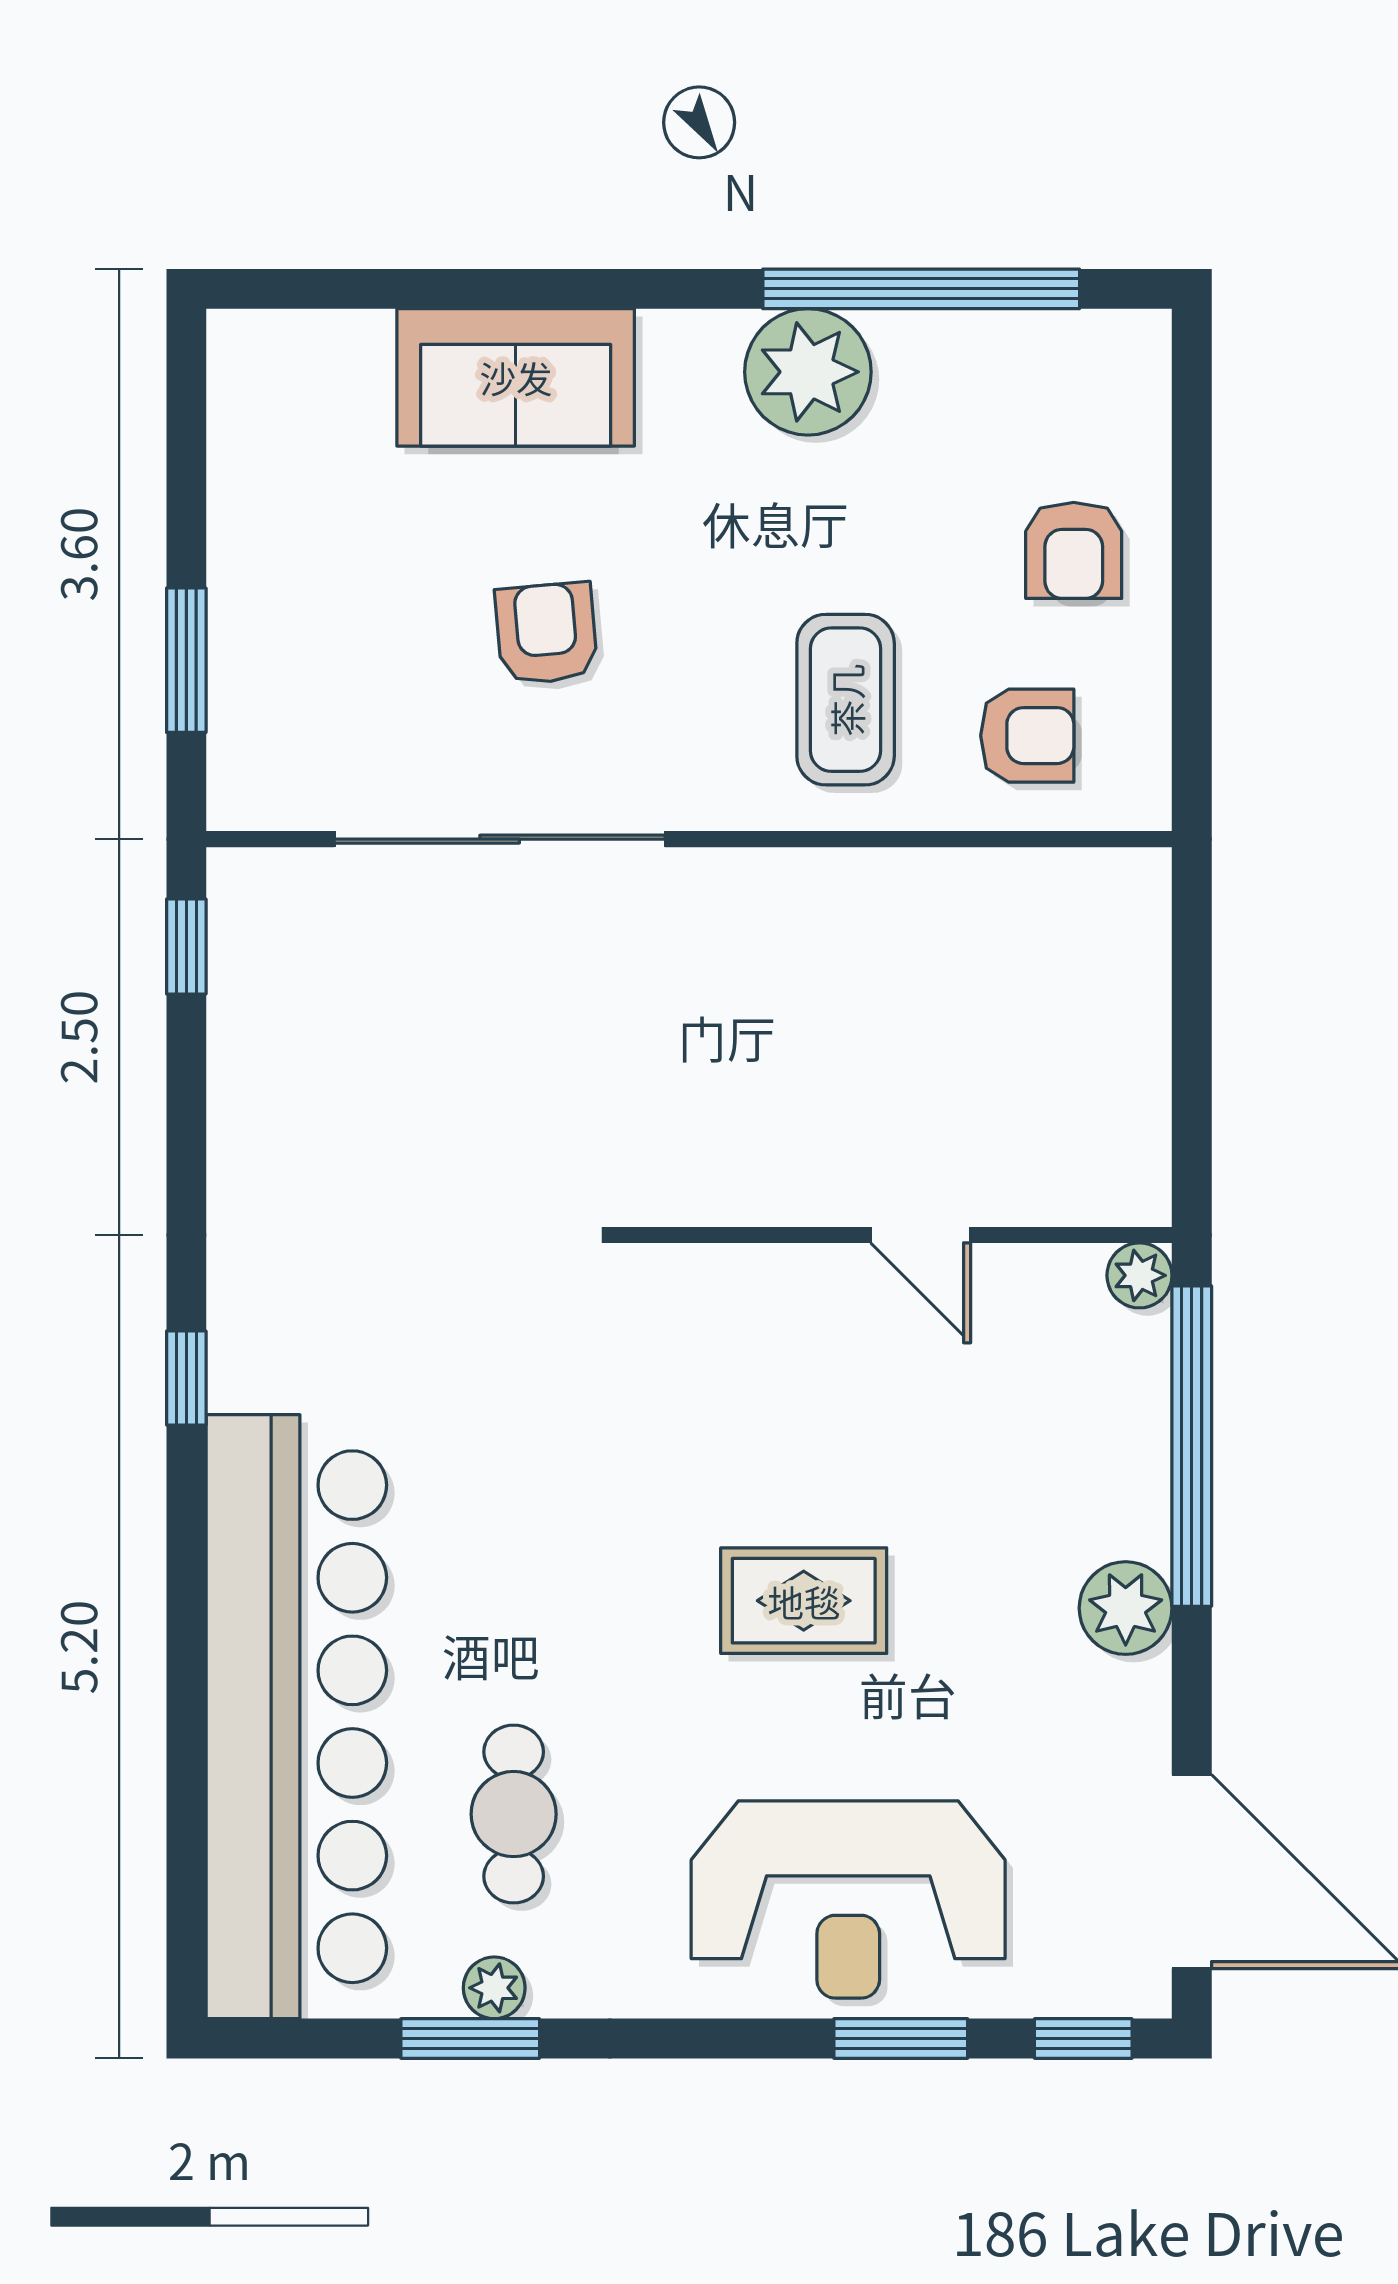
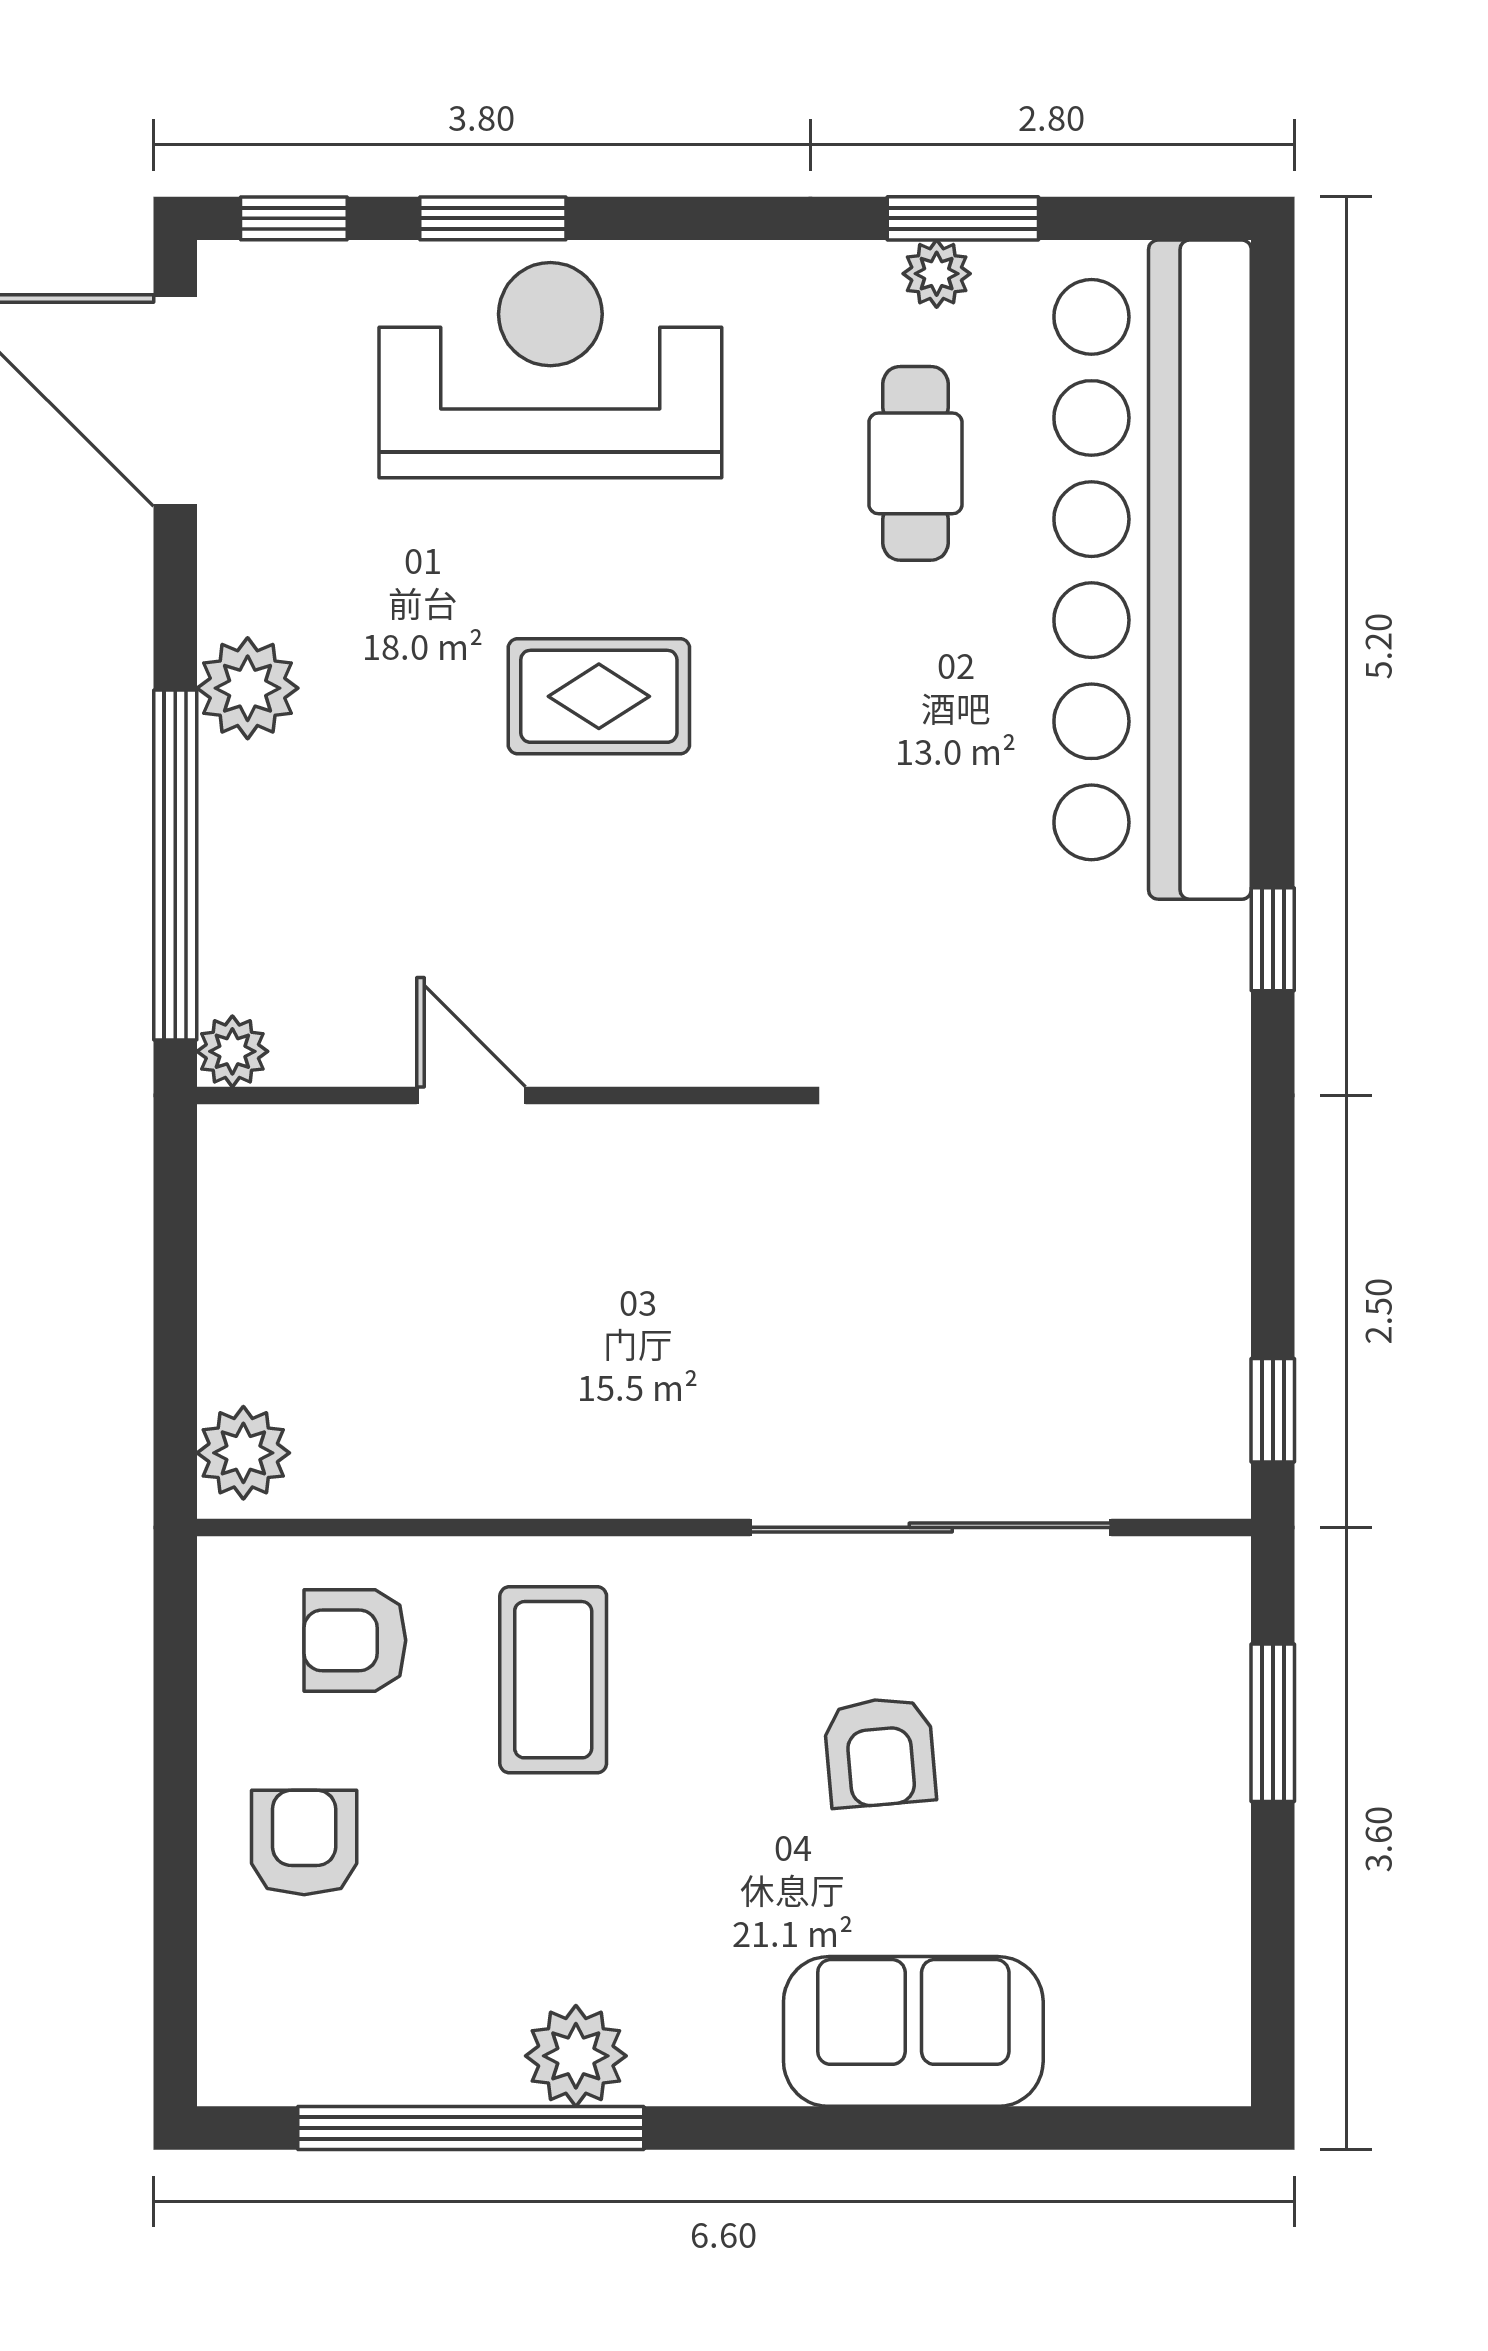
plant: (808, 372) -> (576, 2056), width x0.73, depth x0.73
plant: (1129, 908) -> (243, 1453), added

